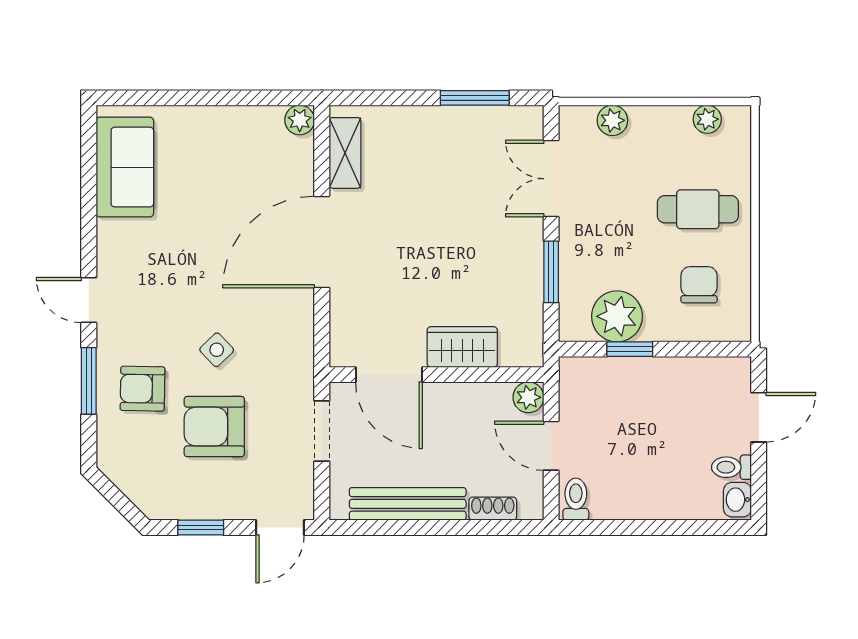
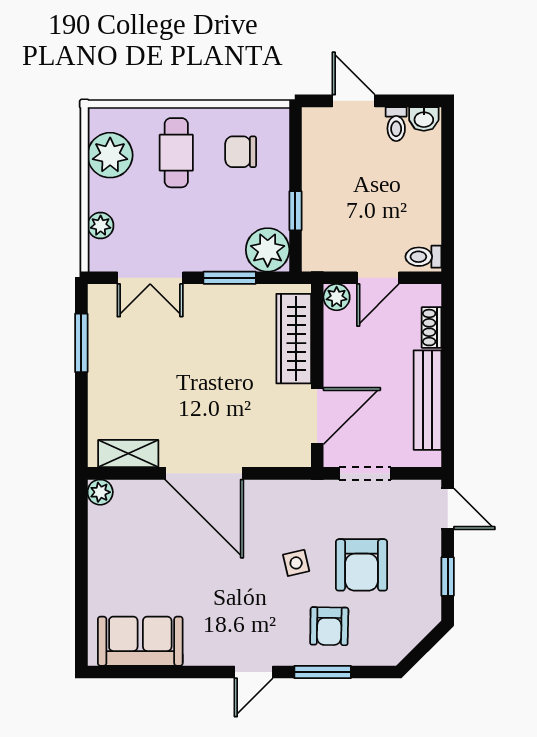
plant: (707, 119) -> (110, 155), width x1.87, depth x1.87
plant: (617, 316) -> (268, 250), moved
wardrobe: (462, 347) -> (294, 339), width x1.50
side table: (217, 350) -> (296, 563), turned 31

